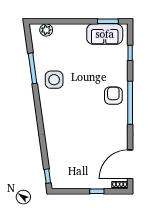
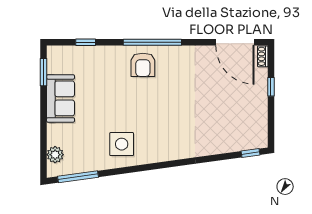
sofa: (105, 34) -> (61, 98), moved
window: (33, 68) -> (78, 177), moved
armchair: (113, 96) -> (143, 65), turned -90

